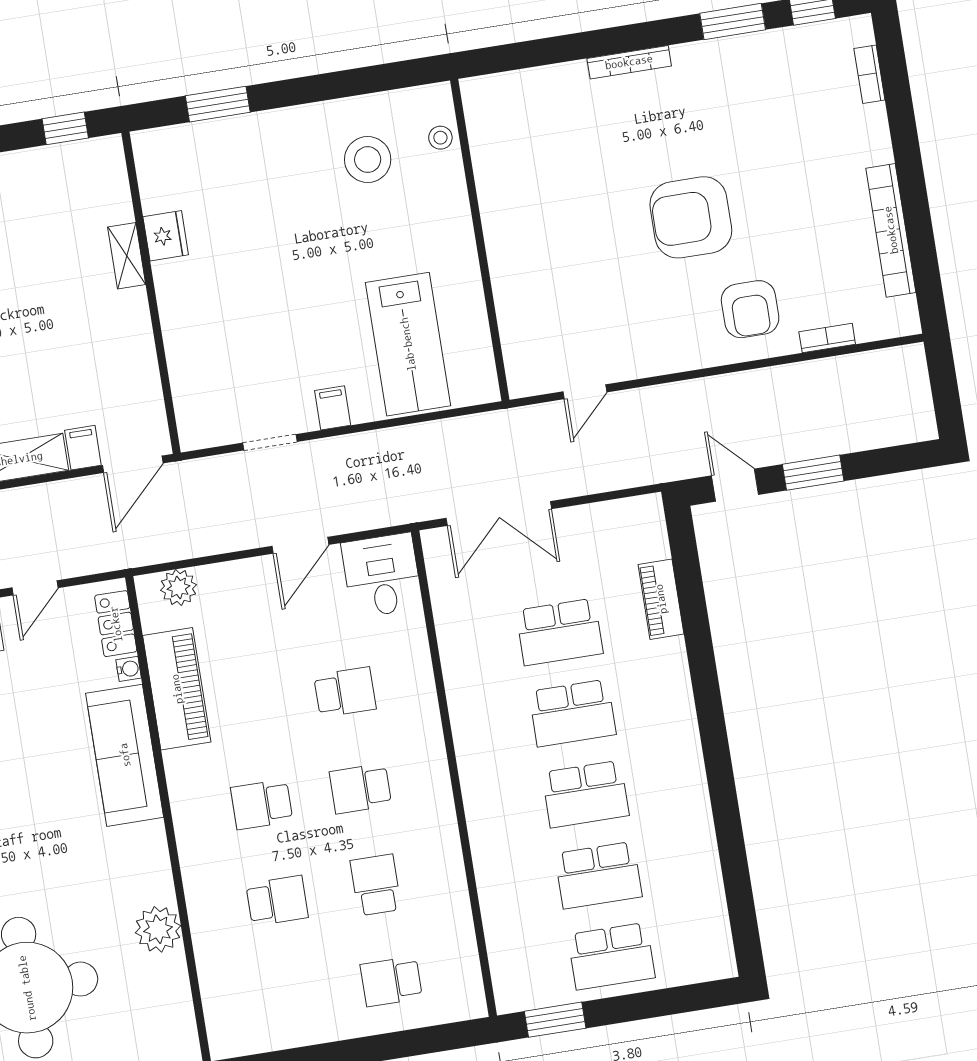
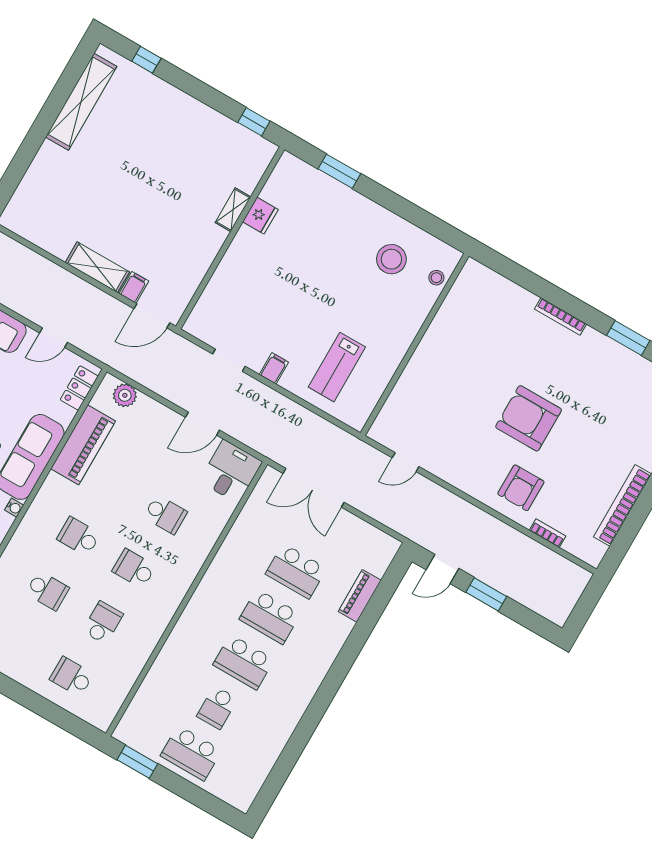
lab bench: (408, 344) -> (337, 367), width x0.73, depth x0.72
door: (735, 485) -> (442, 569), swing flipped
water cooler: (129, 669) -> (14, 508), moved
school desk: (598, 875) -> (217, 708), width x0.54

